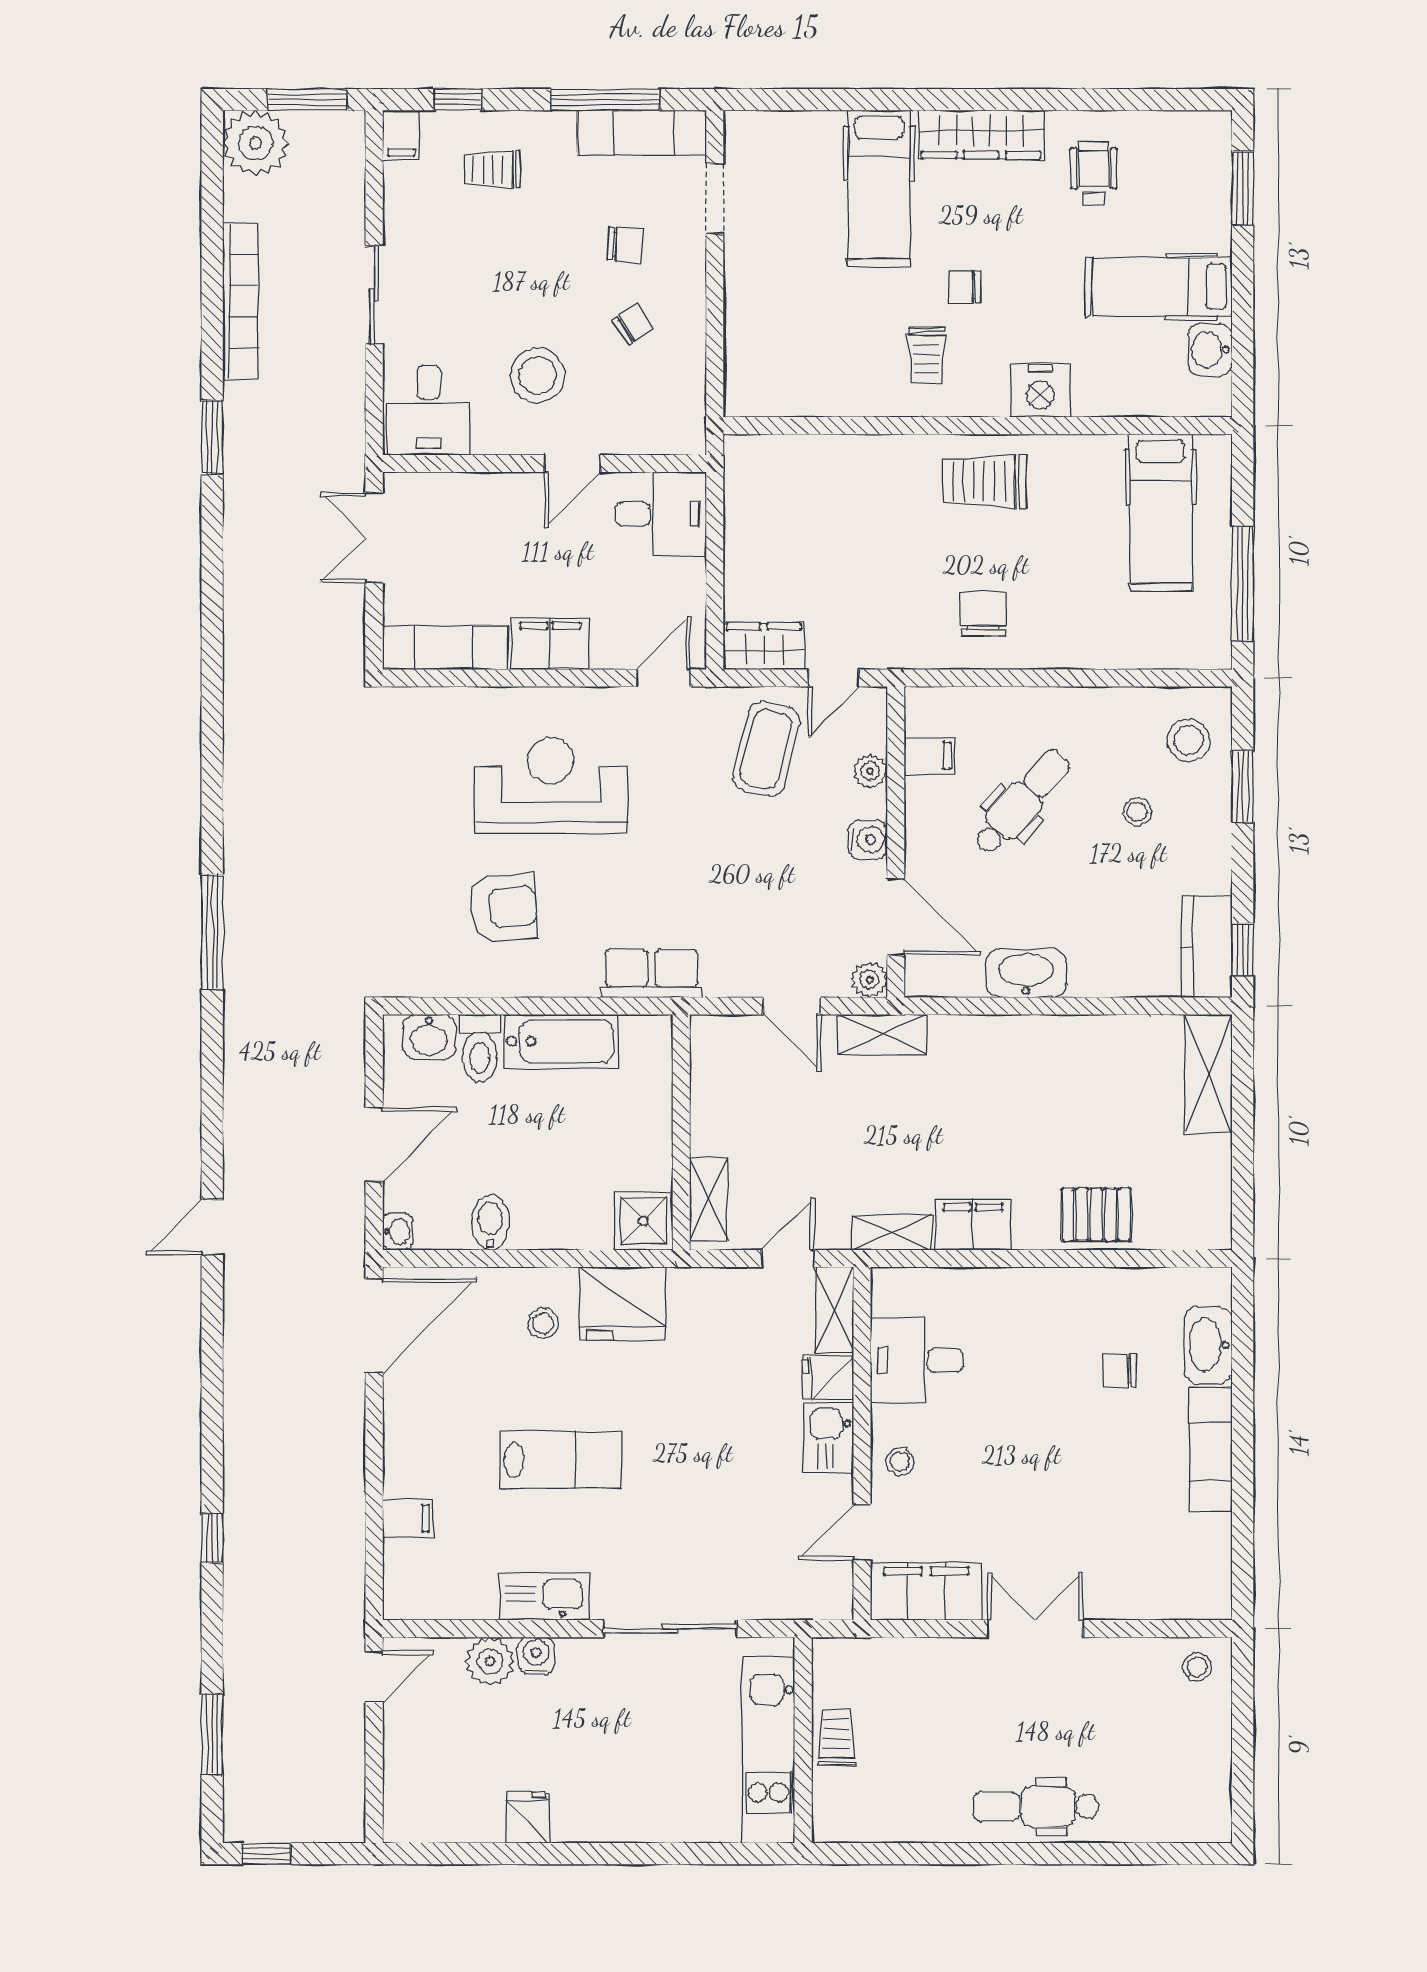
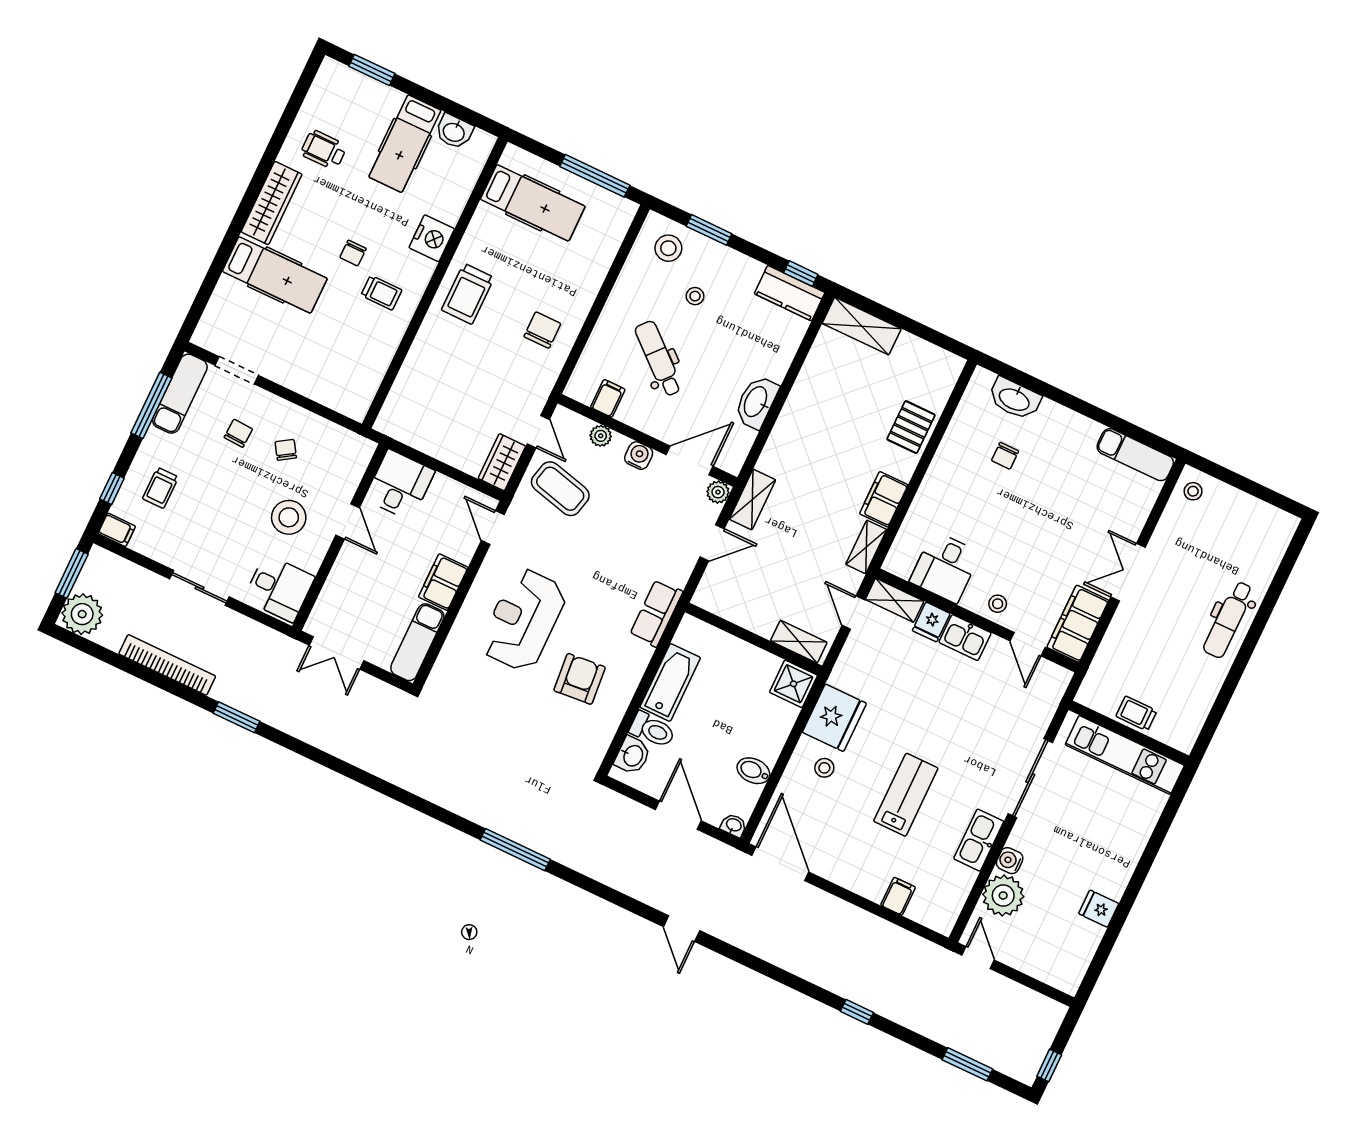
chair: (983, 614) -> (542, 330), turned 90
exam couch: (1211, 1449) -> (1135, 455), moved
plant: (490, 1661) -> (1003, 895), width x1.36, depth x1.36

